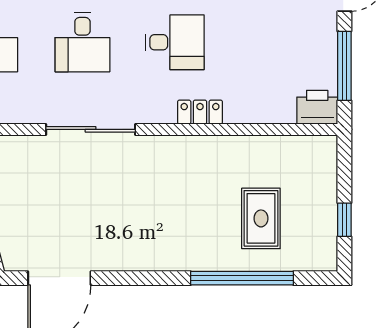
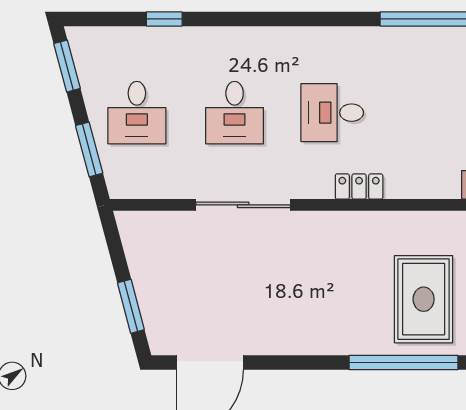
desk: (175, 42) -> (332, 113), turned 180
rug: (261, 218) -> (424, 299), width x1.36, depth x1.43

